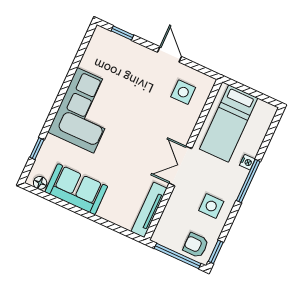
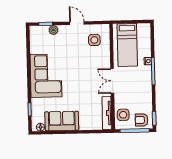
plant: (130, 48) -> (53, 30), added
side table: (211, 206) -> (123, 115), moved

